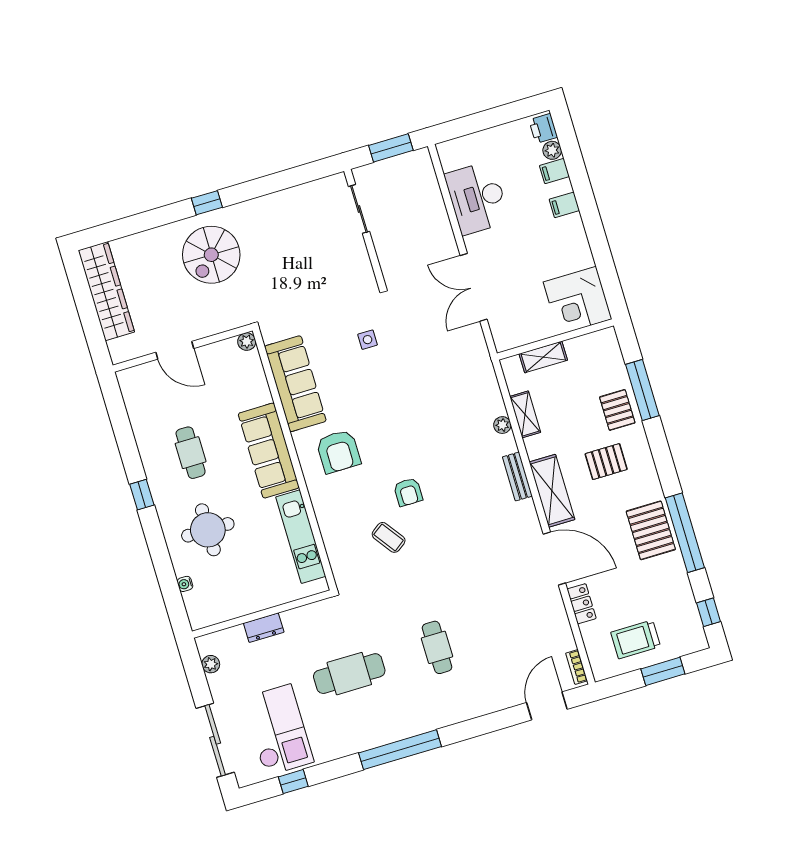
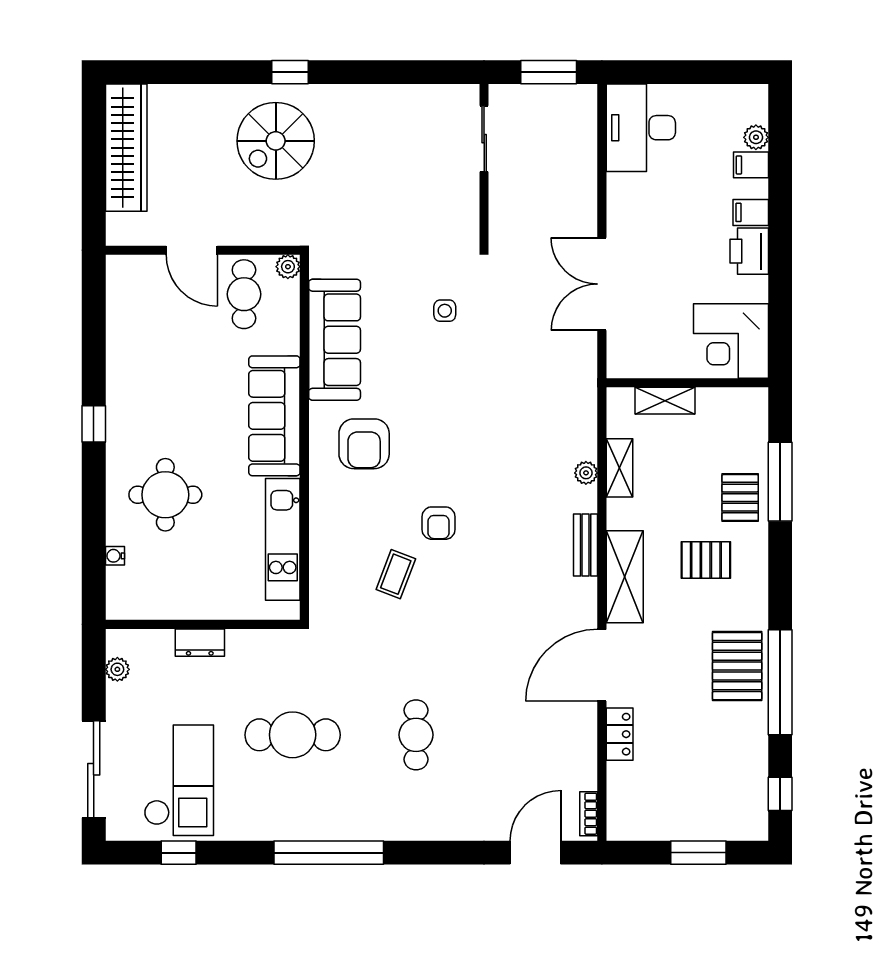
printer: (543, 128) -> (749, 251), moved, width x1.36, depth x1.24
desk: (477, 198) -> (641, 128), moved
cafe table: (191, 453) -> (244, 294), moved
coffee table: (389, 537) -> (396, 574), turned 57
door: (554, 558) -> (602, 665), swing flipped
trolley: (636, 639) -> (676, 801), removed

